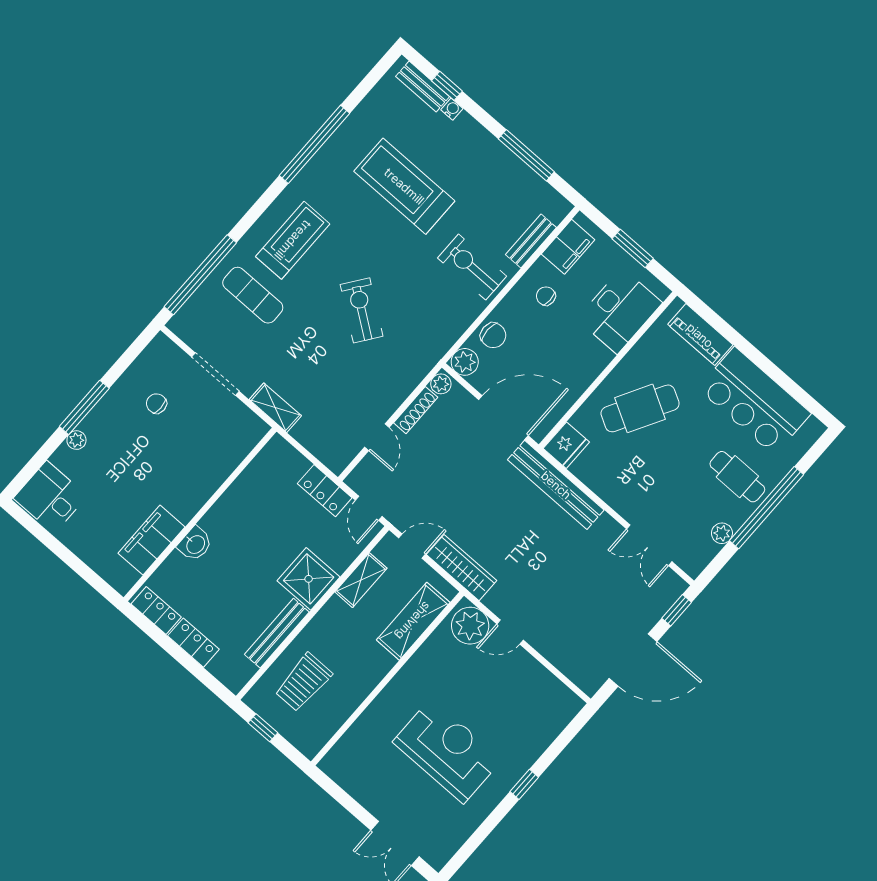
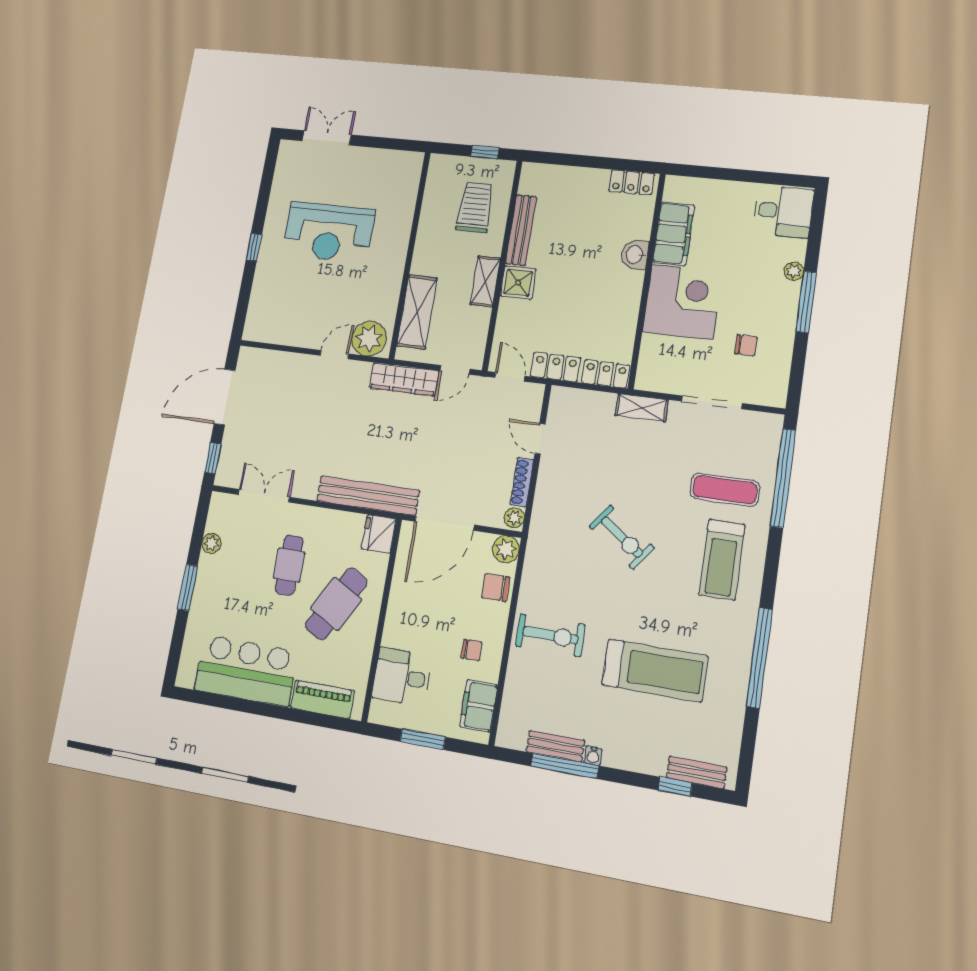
water cooler: (452, 109) -> (593, 756), moved
bench: (531, 241) -> (555, 746), moved, turned 90
desk: (619, 311) -> (402, 677), width x0.73
corner desk: (183, 476) -> (682, 302), added
cafe table: (737, 477) -> (289, 565), moved, turned 90
window: (767, 508) -> (188, 588), width x0.47
shower: (309, 579) -> (518, 283), width x0.73, depth x0.73
shelving: (361, 580) -> (485, 281), moved
locker: (193, 643) -> (606, 374), moved, turned 180

